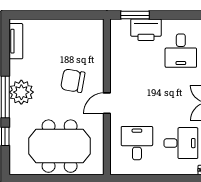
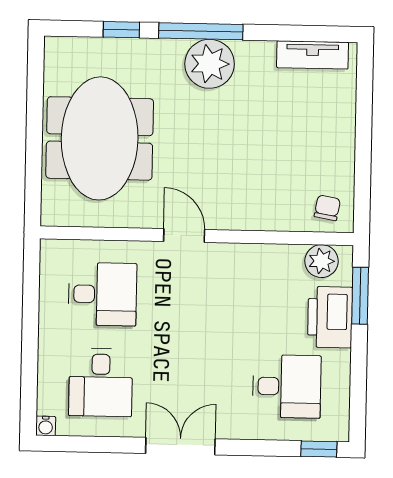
plant: (118, 35) -> (321, 261), added
desk: (181, 51) -> (287, 386), turned 180
chair: (73, 81) -> (327, 208), moved, width x0.54, depth x0.54

